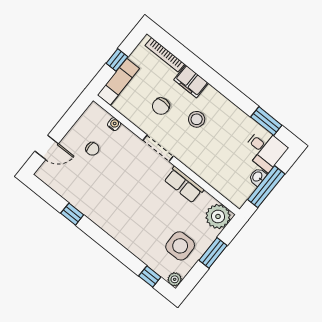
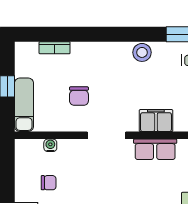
bookcase: (165, 55) -> (55, 48), width x0.64
filing cabinet: (191, 81) -> (156, 121), moved, turned 180
stool: (197, 119) -> (142, 52), moved

